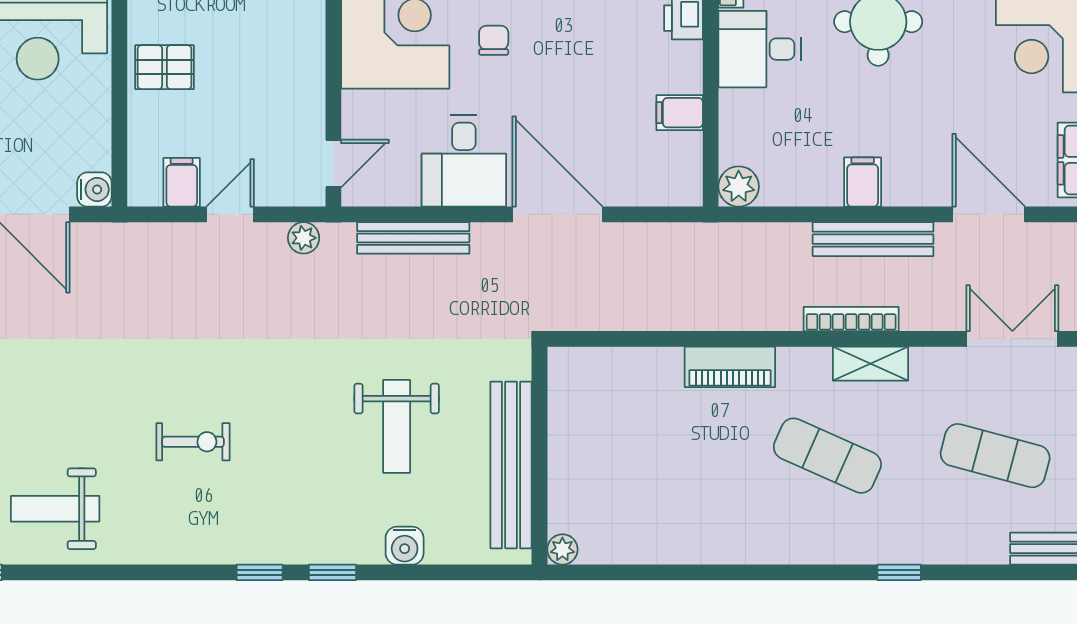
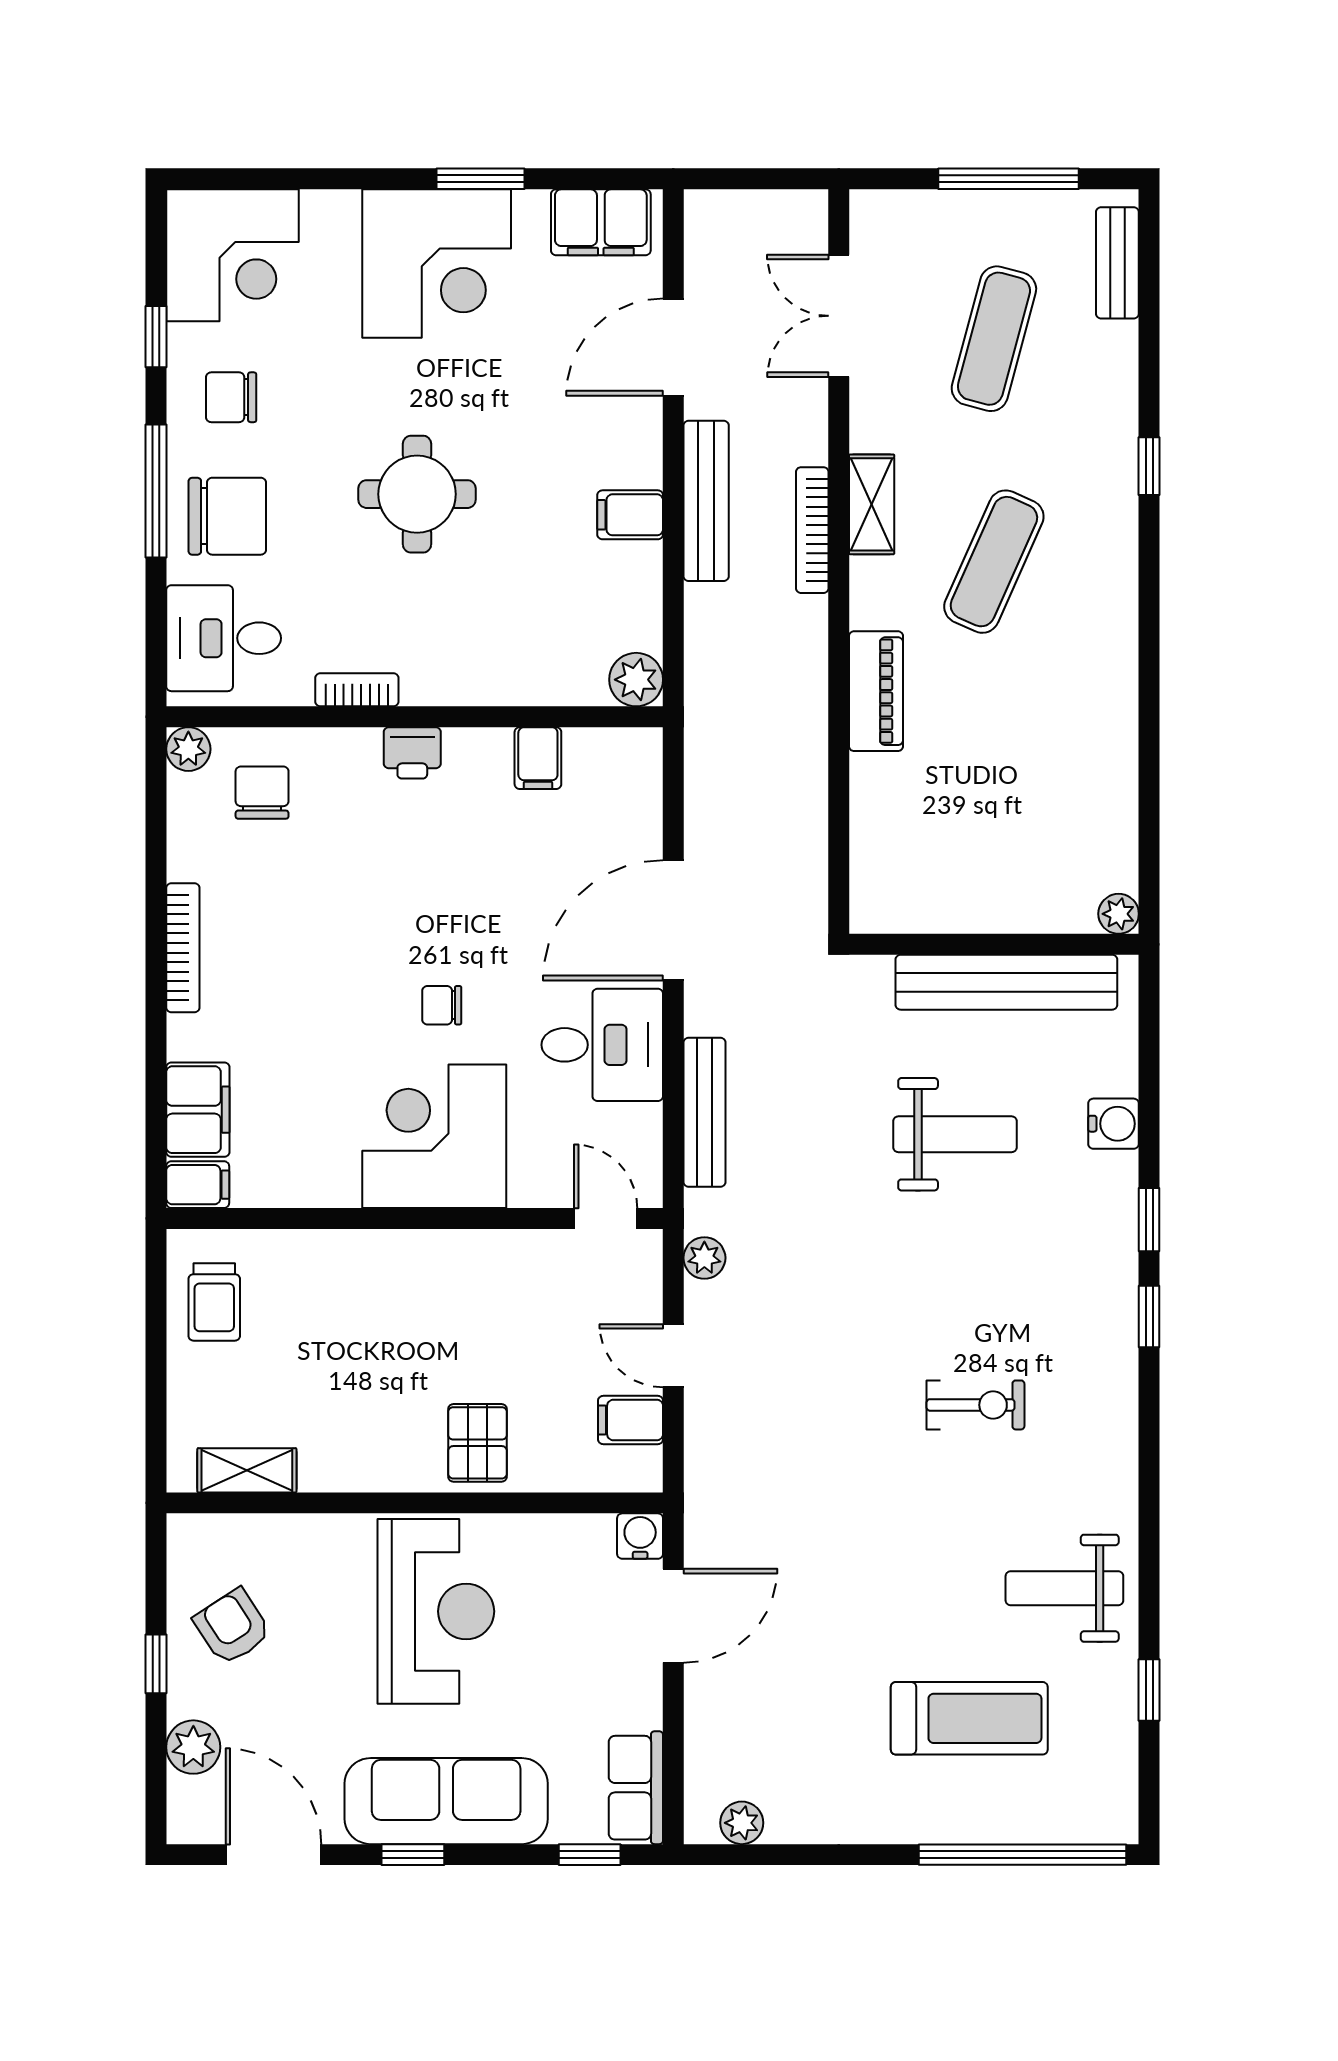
desk: (760, 49) -> (453, 652), removed
exercise bike: (193, 442) -> (975, 1405), turned 90
weight bench: (55, 509) -> (1064, 1588), turned 90

